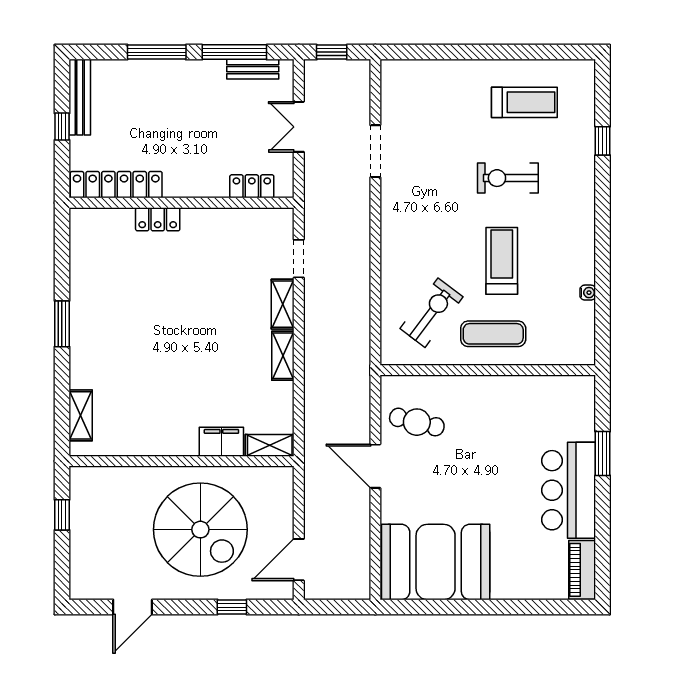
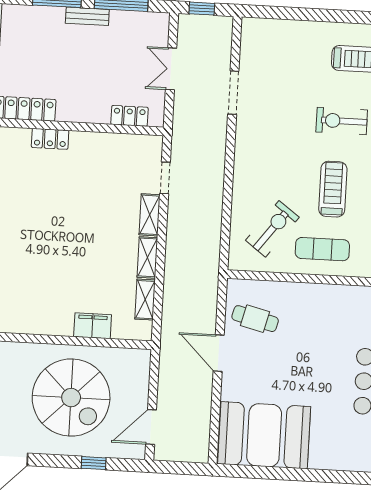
bench: (253, 69) -> (87, 16), moved
shelving: (270, 445) -> (145, 300), moved, turned 90

